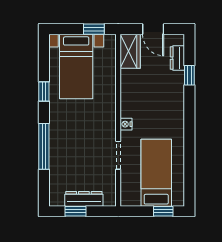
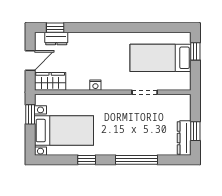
window: (189, 75) -> (55, 28), moved
nightstand: (126, 124) -> (95, 85), moved
dresser: (84, 199) -> (184, 138), moved

